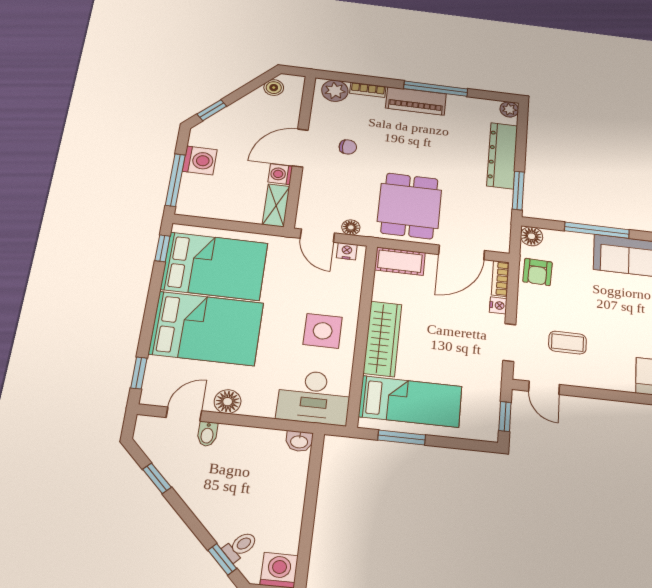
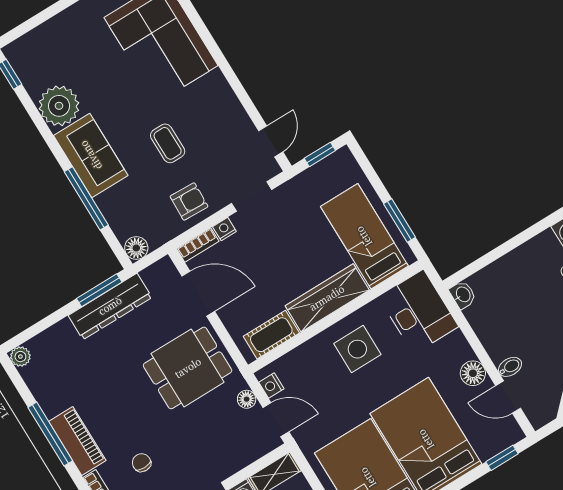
chair: (348, 147) -> (142, 463), moved
dresser: (502, 156) -> (110, 306), moved
door: (317, 236) -> (276, 420), hinge flipped
cot: (400, 261) -> (271, 335), moved, turned 90
armchair: (538, 272) -> (189, 201), moved
coffee table: (567, 343) -> (168, 143), moved

